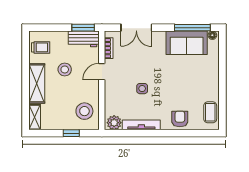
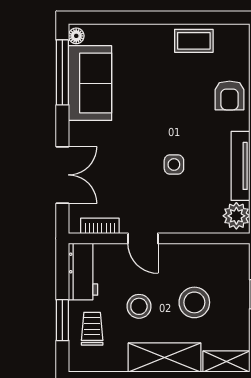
window: (83, 28) -> (62, 320), moved
trolley: (41, 47) -> (92, 329), moved
stool: (84, 111) -> (194, 302), moved
coffee table: (210, 112) -> (194, 41), moved
armchair: (180, 119) -> (230, 95), turned -90

